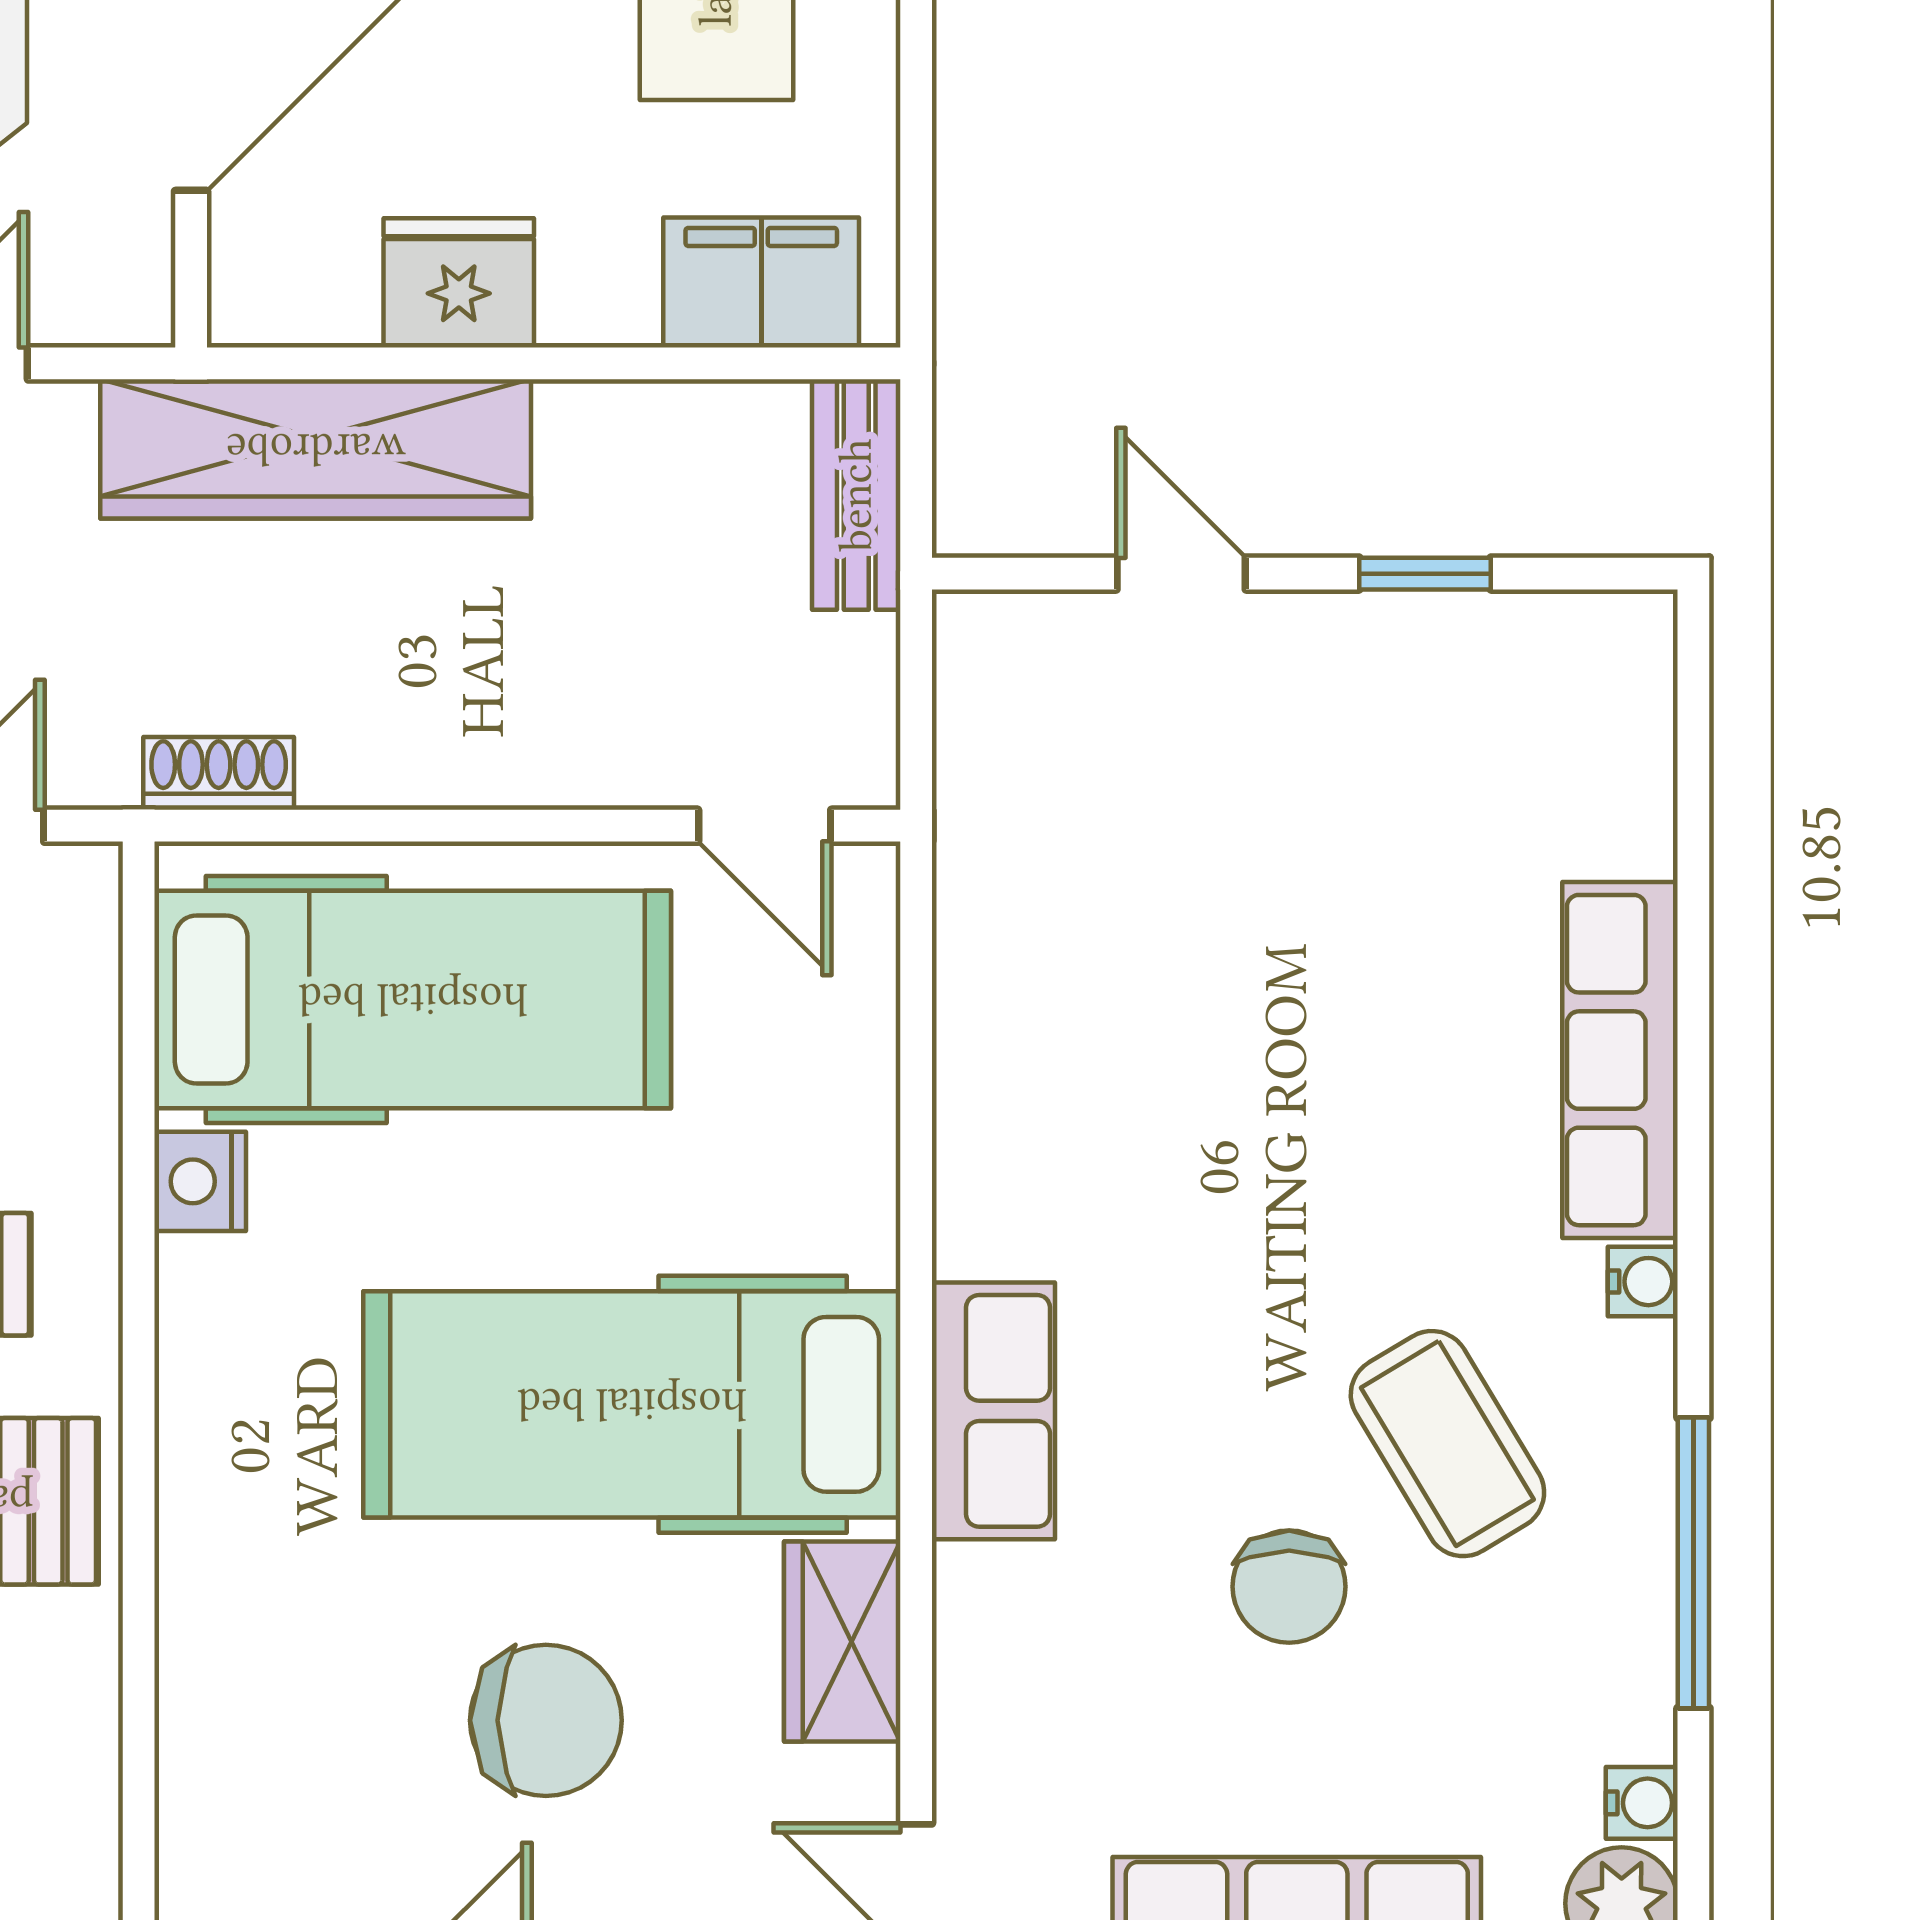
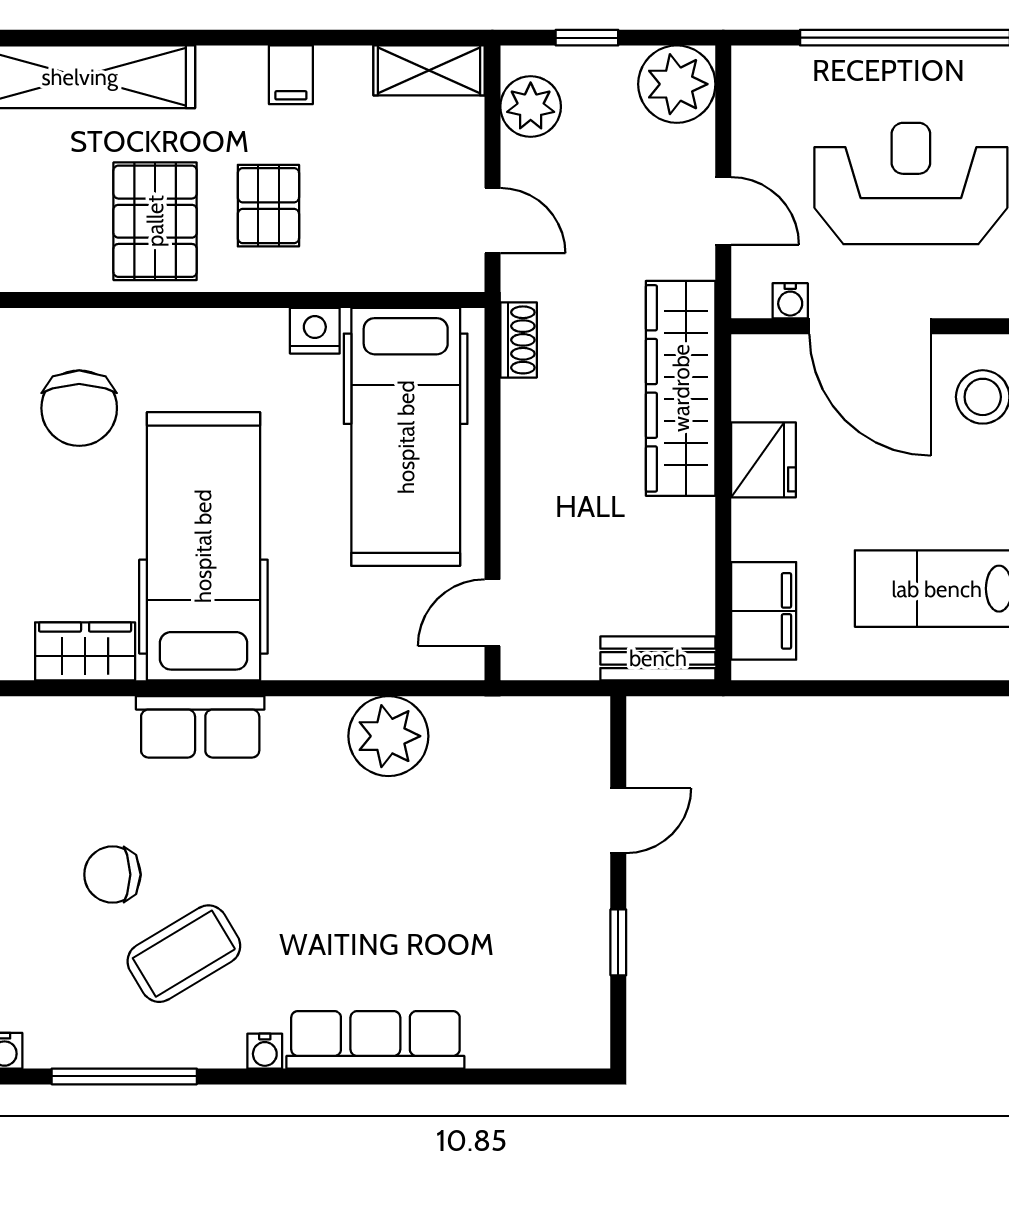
water cooler: (140, 229) -> (790, 301), added
plant: (1012, 1034) -> (388, 736), added
chair: (546, 1720) -> (79, 408), moved

